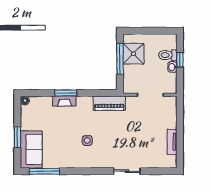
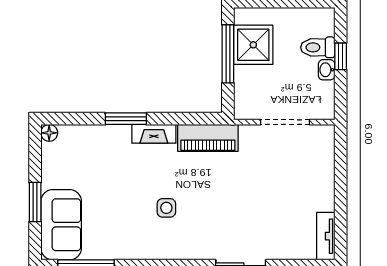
fireplace: (64, 101) -> (154, 134), moved
tv unit: (172, 142) -> (326, 236), moved

